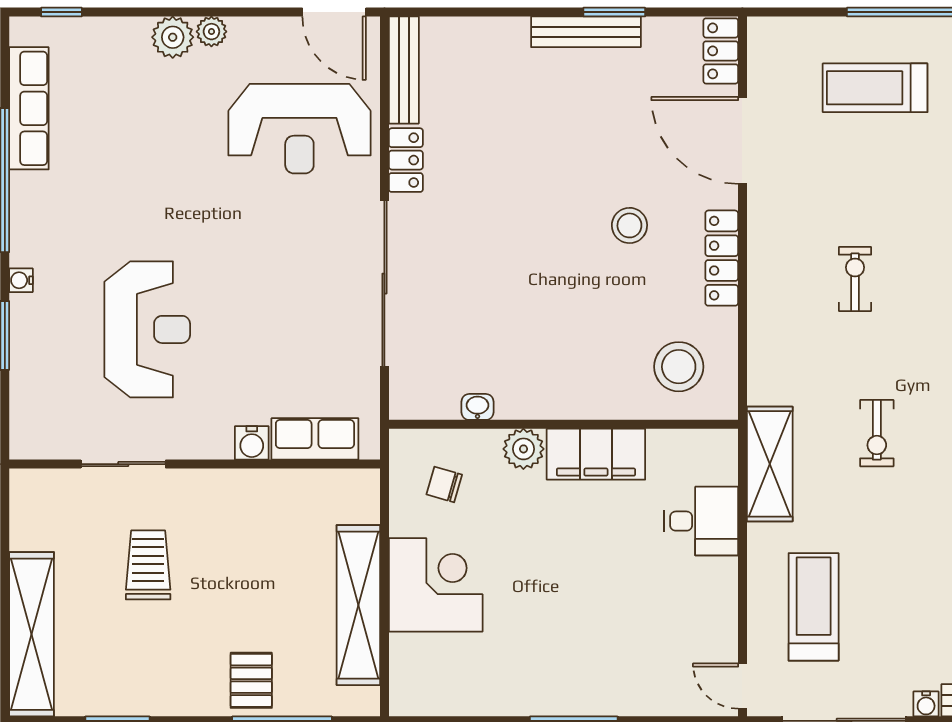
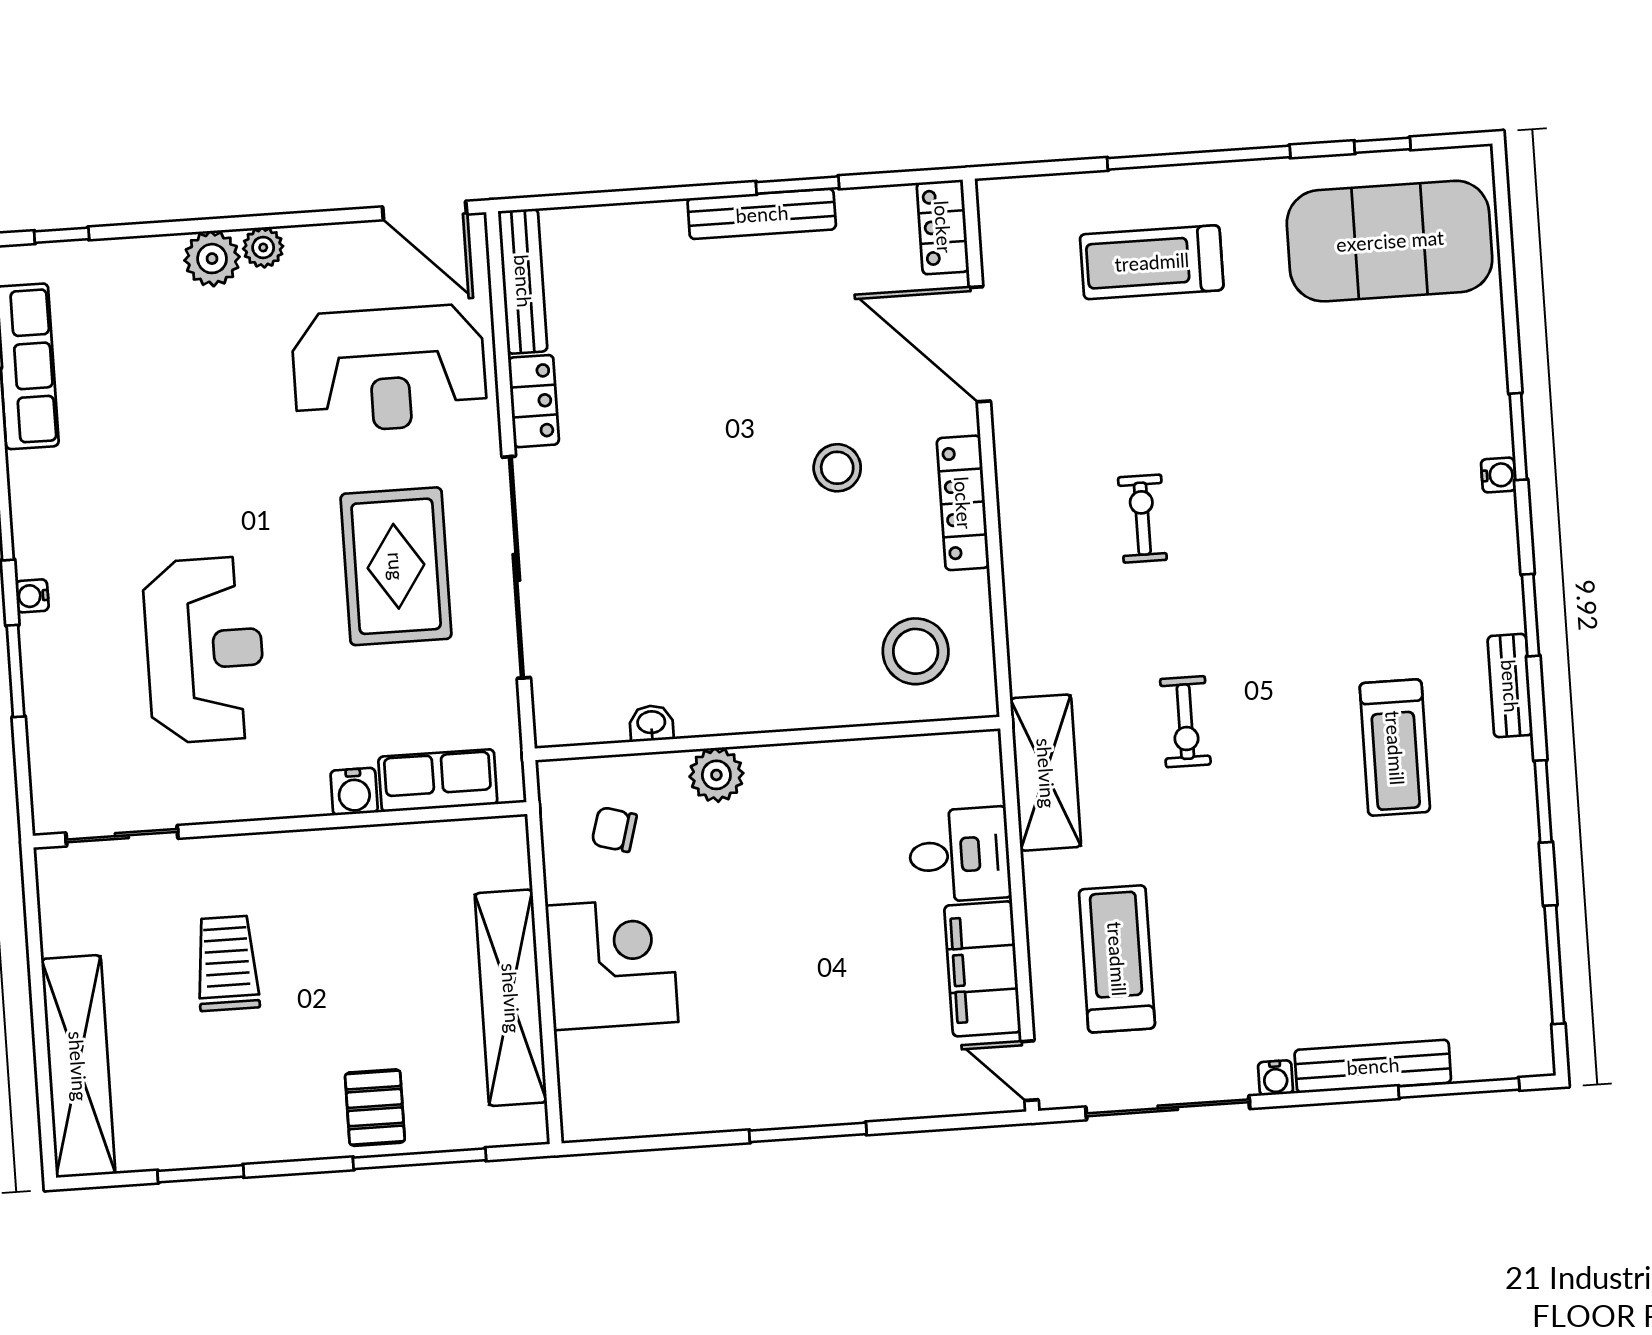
rug: (295, 277) -> (396, 566), added
filing cabinet: (596, 454) -> (983, 969), moved, turned 90
sliding door: (123, 464) -> (122, 836), moved

